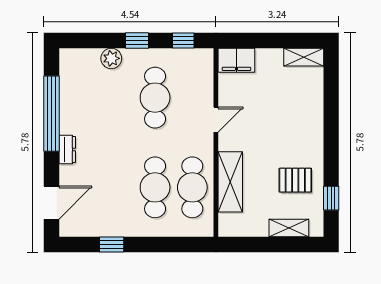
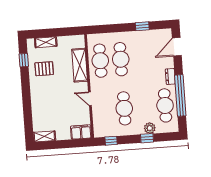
window: (137, 41) -> (147, 138), moved
cafe table: (80, 98) -> (165, 105), added
door: (216, 120) -> (90, 99), hinge flipped

